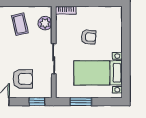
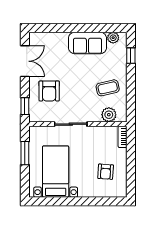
armchair: (89, 37) -> (106, 172), moved

